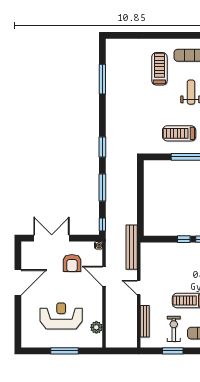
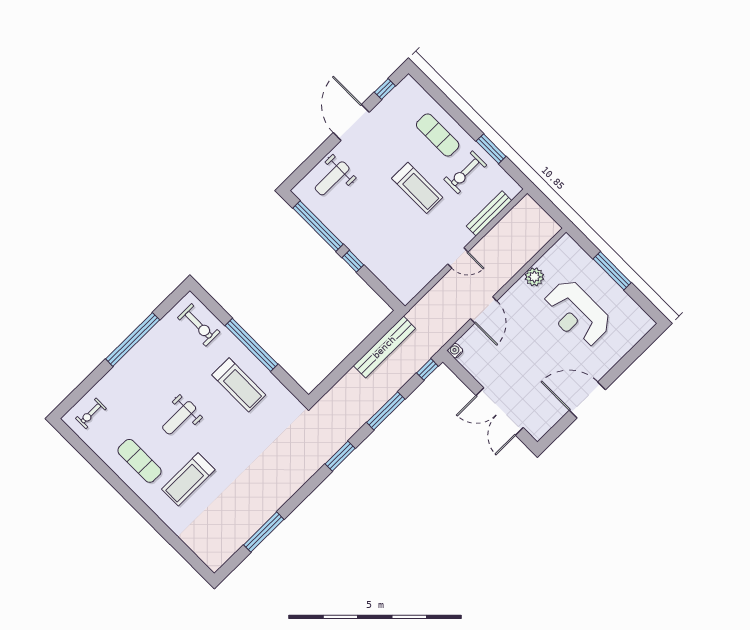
bench: (132, 247) -> (384, 347), moved
armchair: (72, 263) -> (505, 361), removed
door: (139, 288) -> (458, 258), hinge flipped
plant: (96, 327) -> (534, 277), moved

